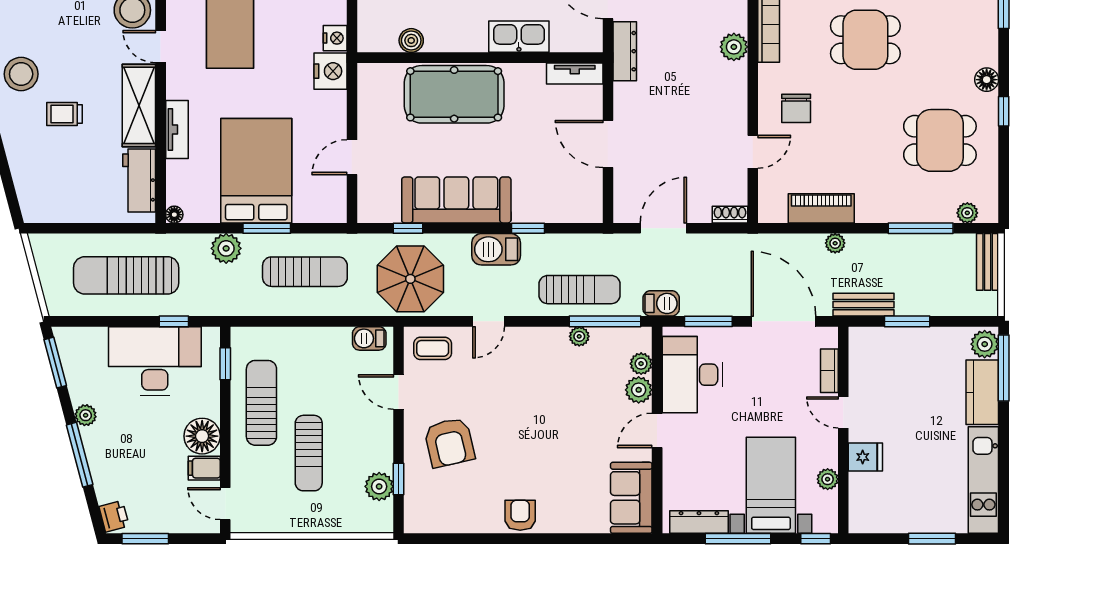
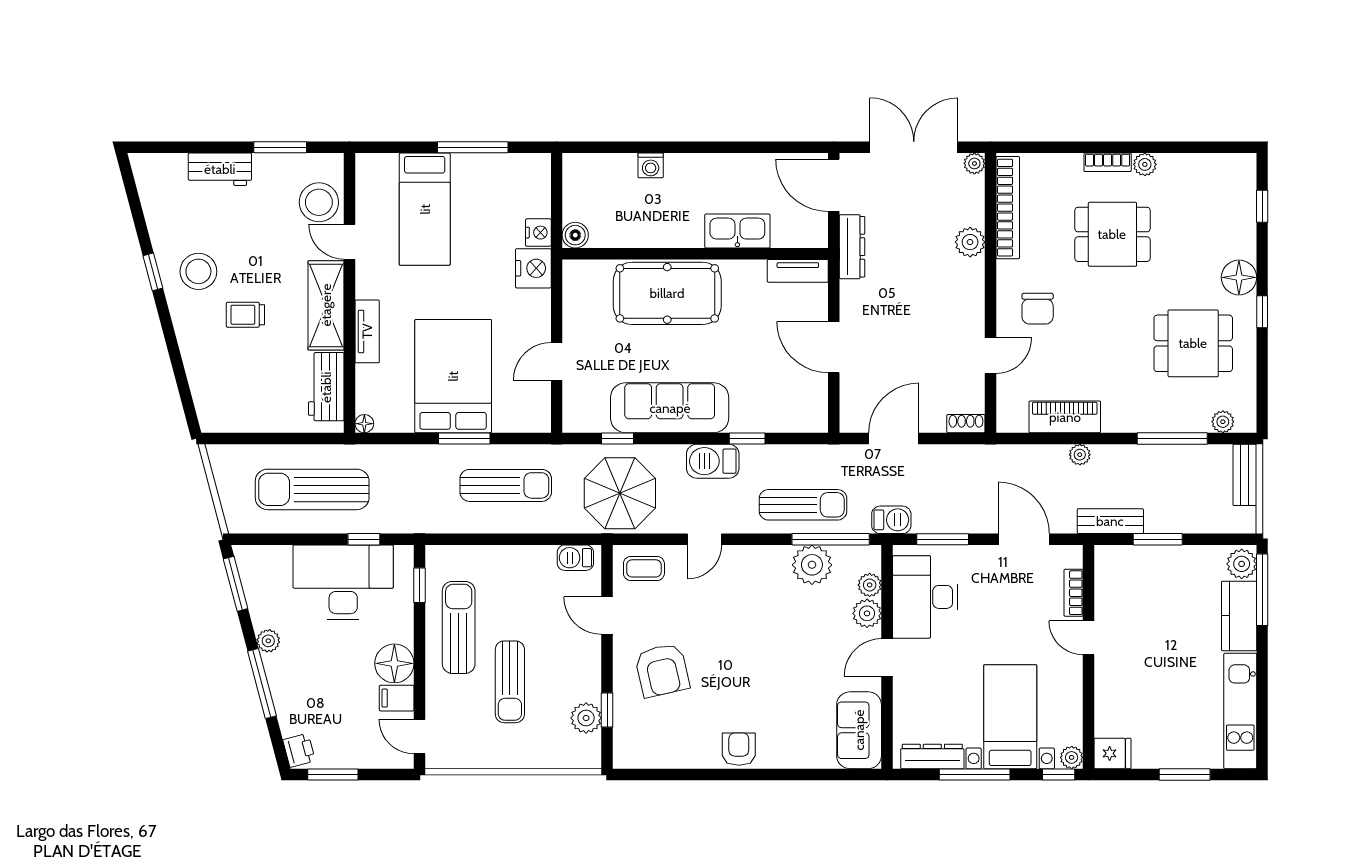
boiler: (411, 40) -> (575, 235), moved
floor lamp: (987, 80) -> (1239, 277), width x1.38, depth x1.38
plant: (226, 248) -> (420, 460), removed
door: (783, 321) -> (1024, 539), width x0.73
plant: (579, 336) -> (812, 565), width x1.87, depth x1.87
fridge: (865, 457) -> (1113, 753), moved
plant: (828, 479) -> (1072, 757), moved

